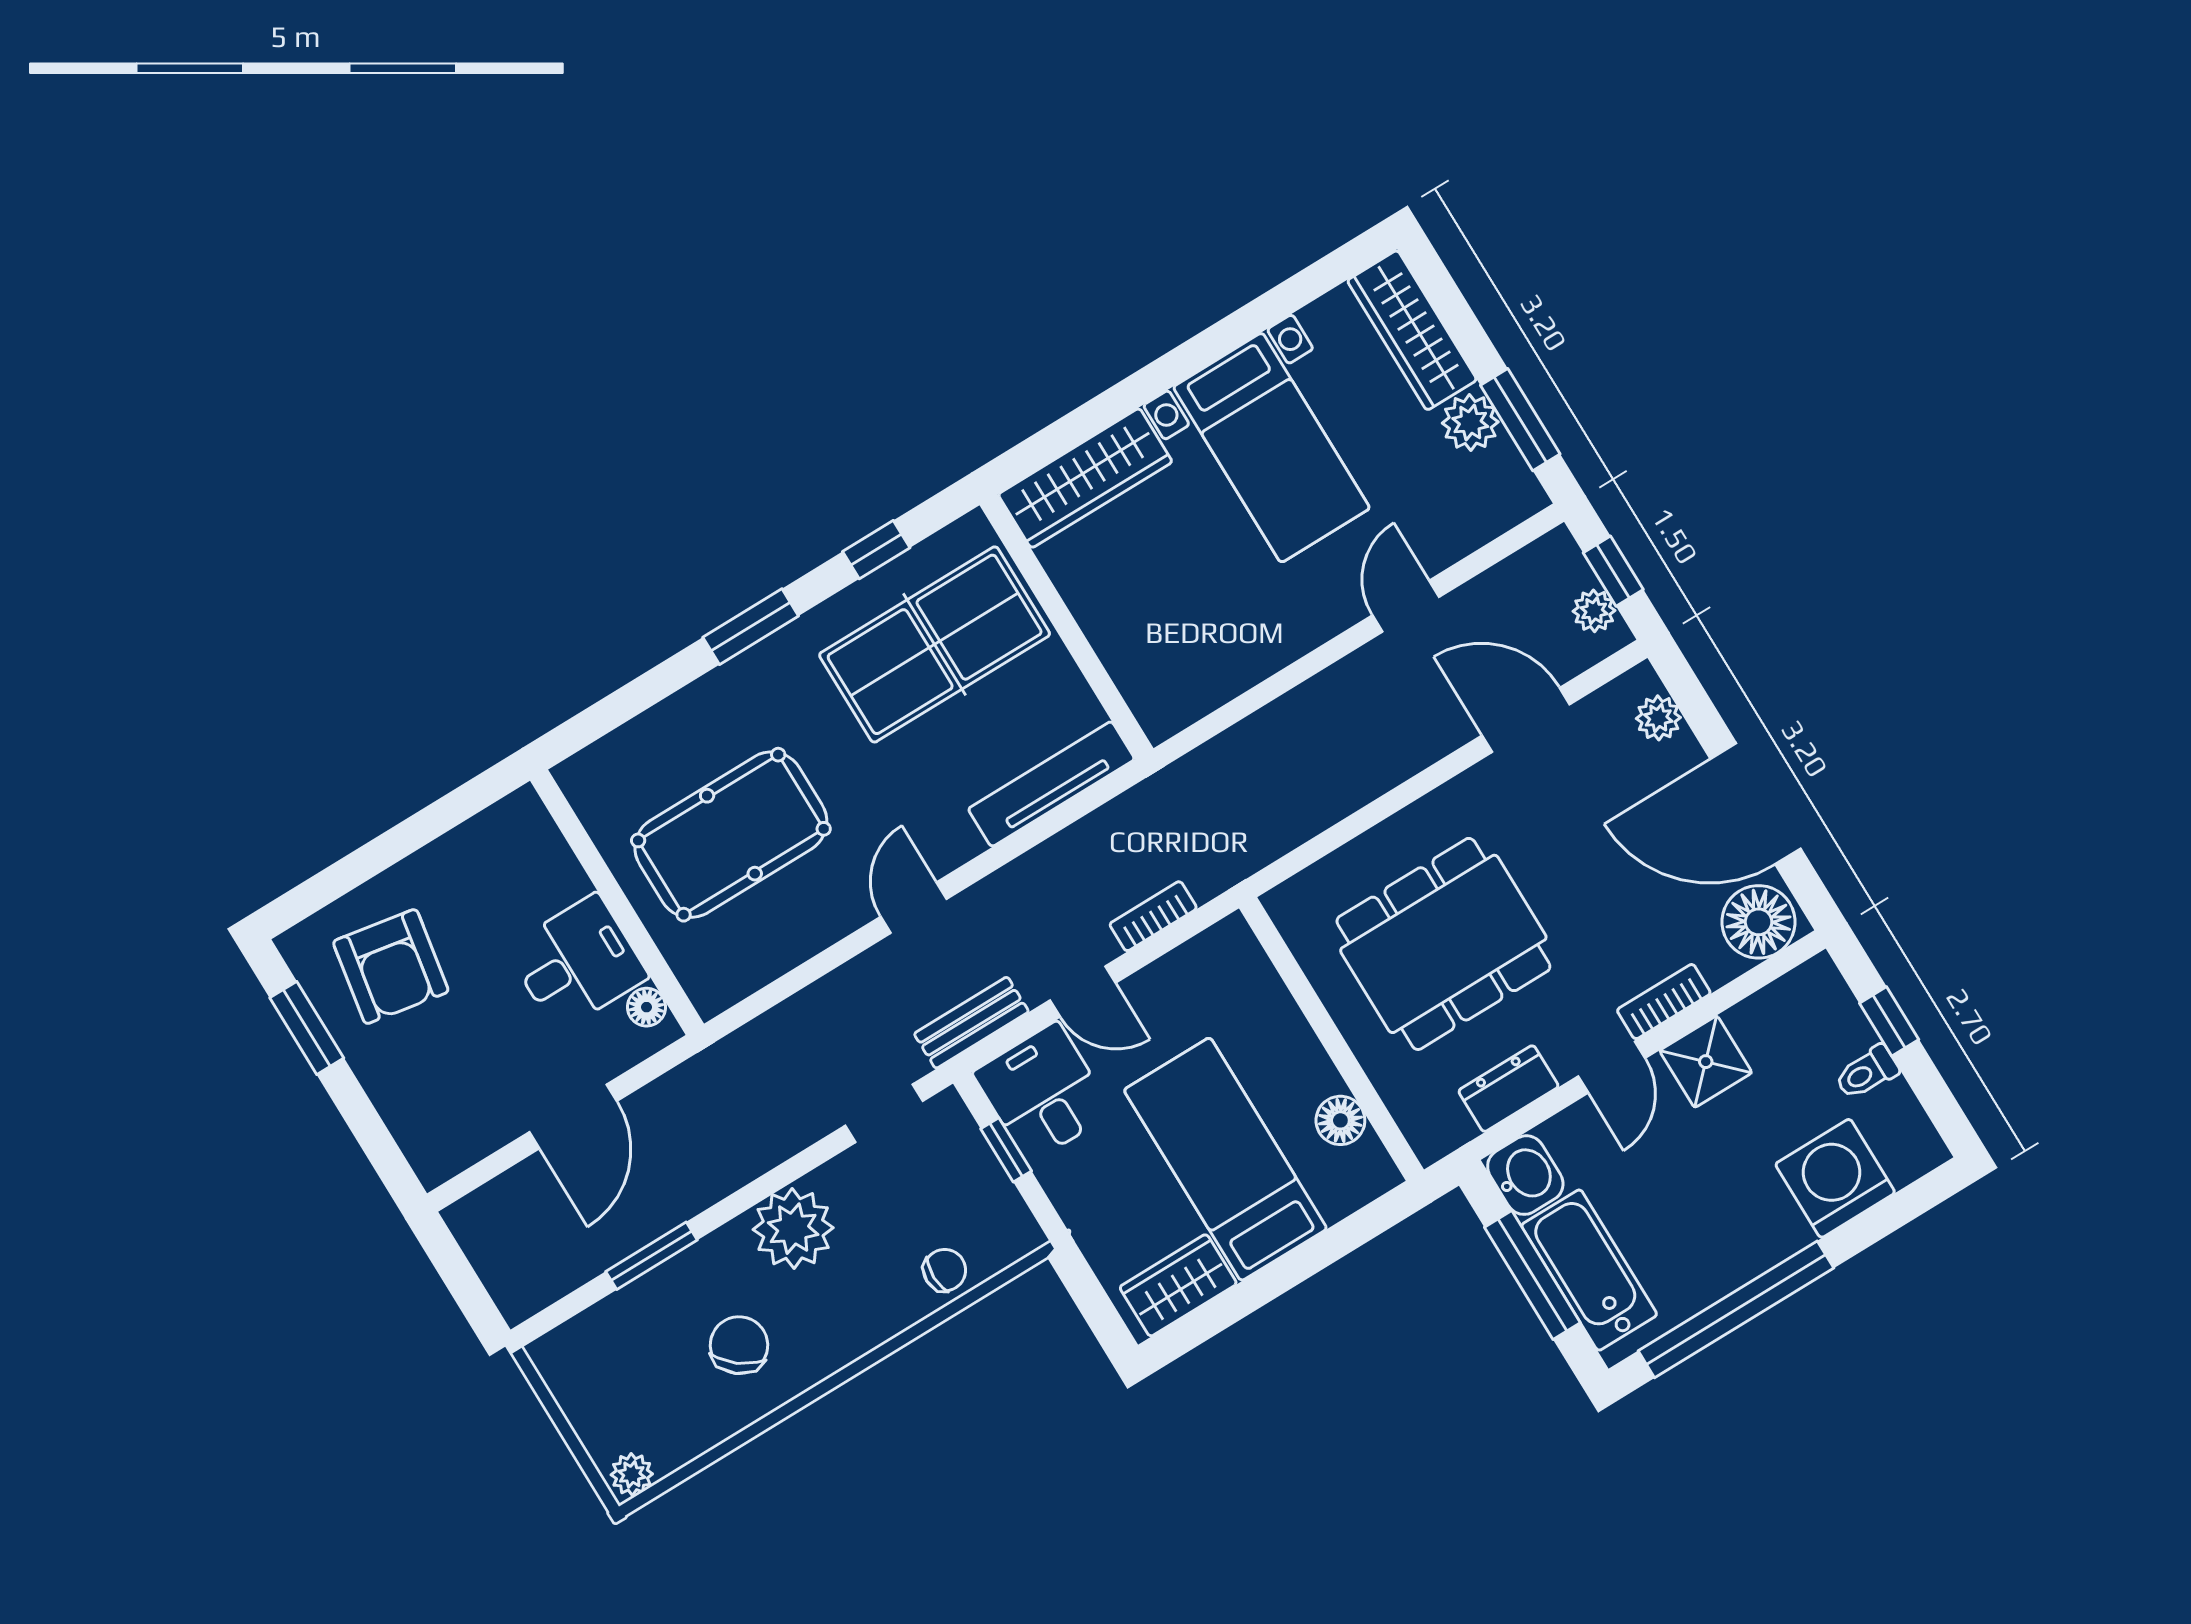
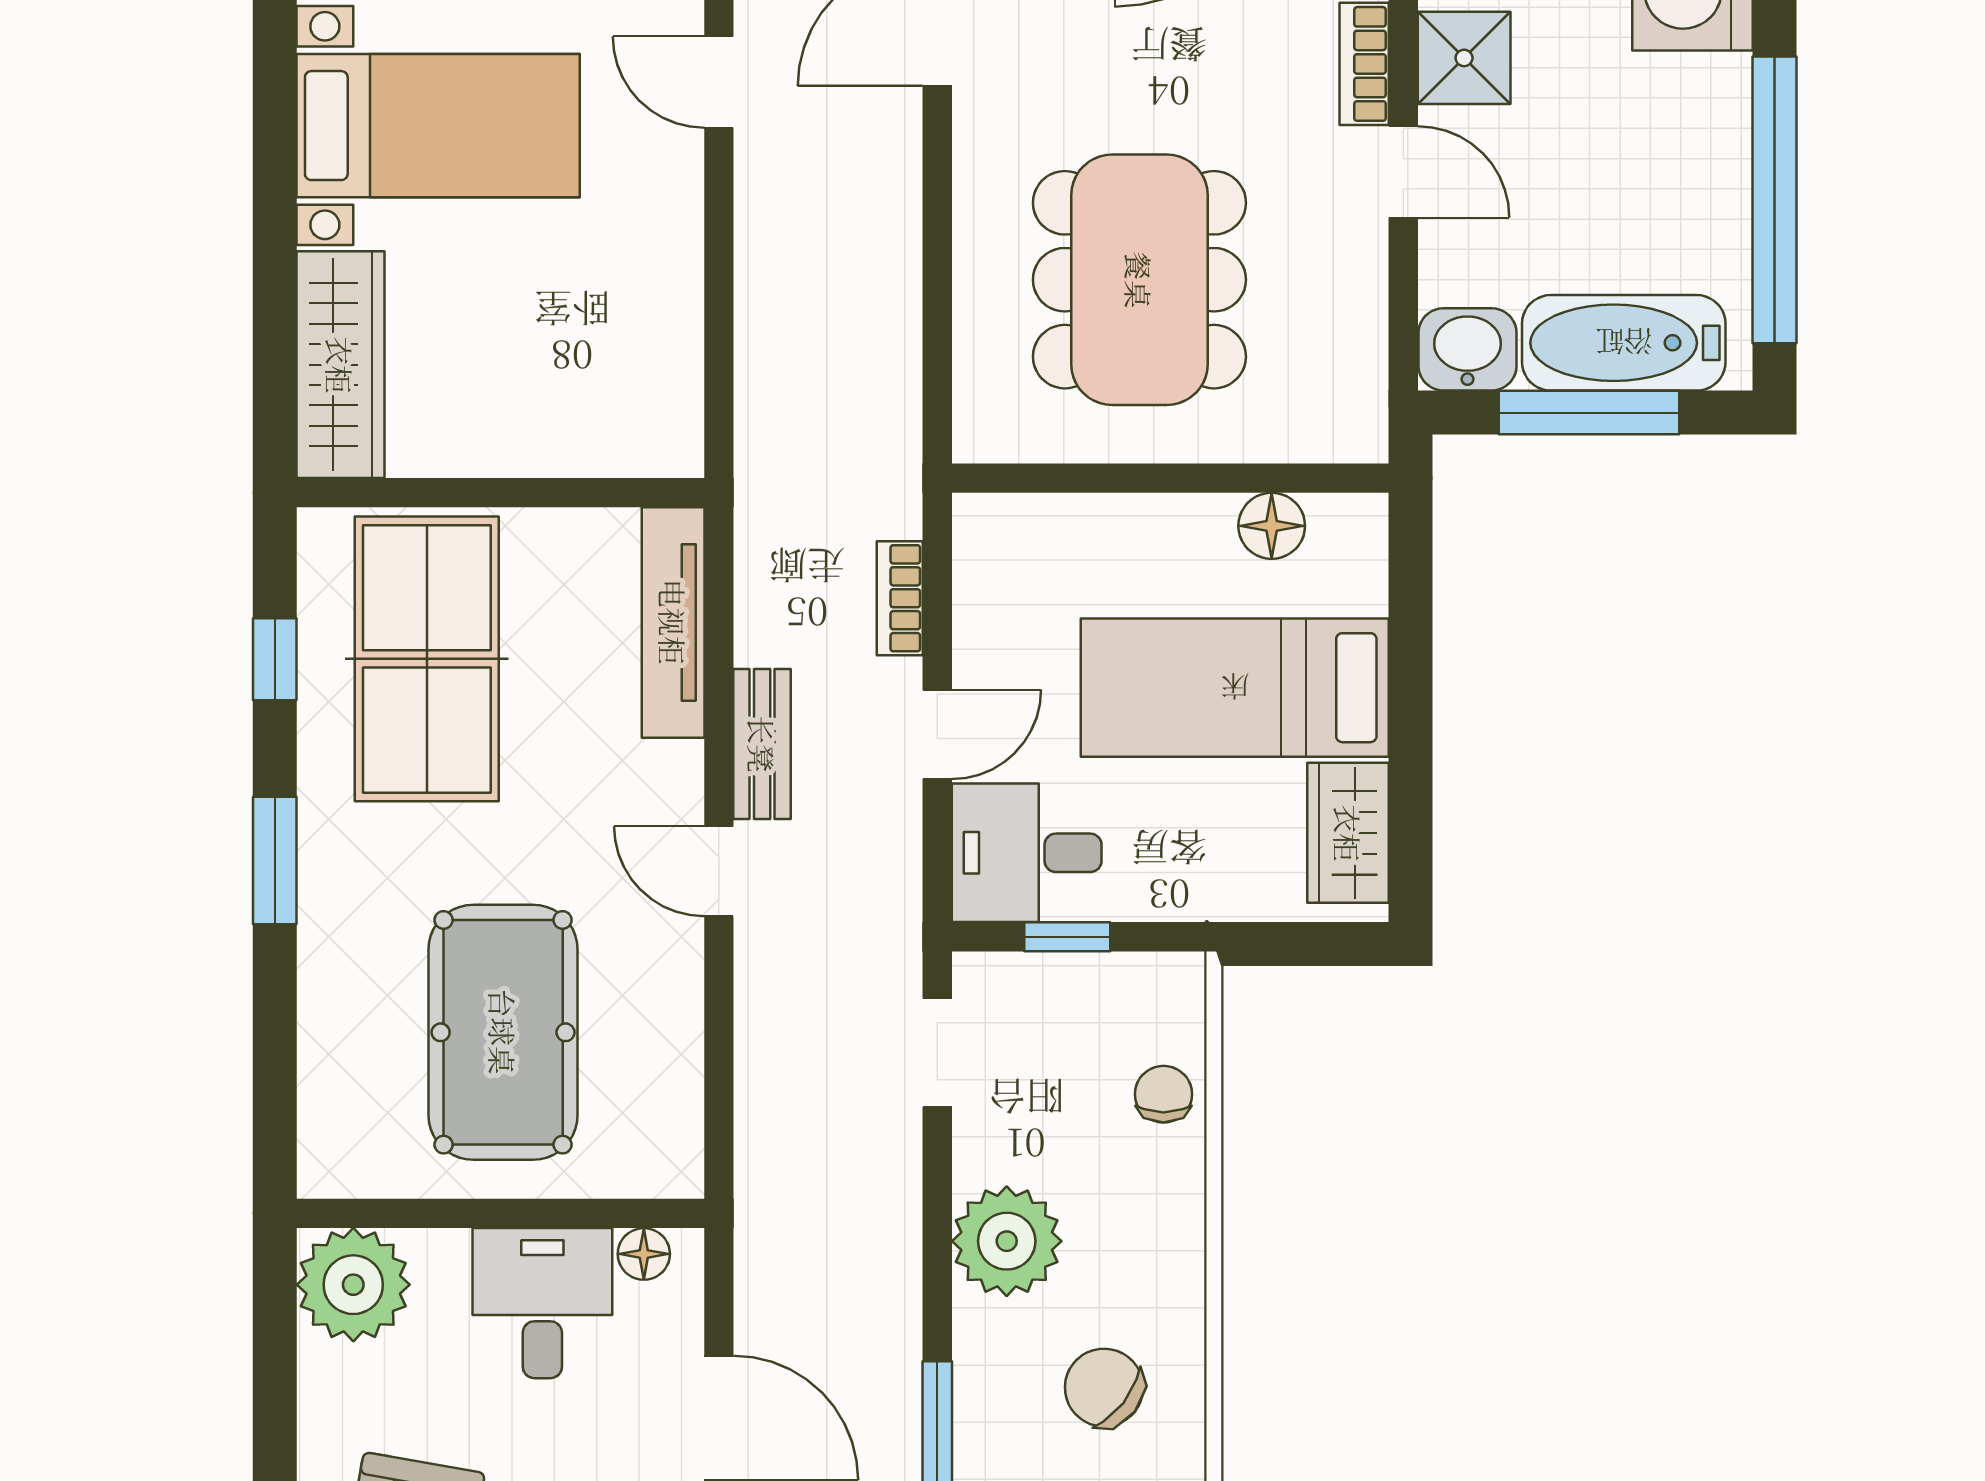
plant: (516, 838) -> (353, 1285), added
bench: (971, 1023) -> (762, 744), moved
dresser: (1508, 1089) -> (1355, 307), removed

